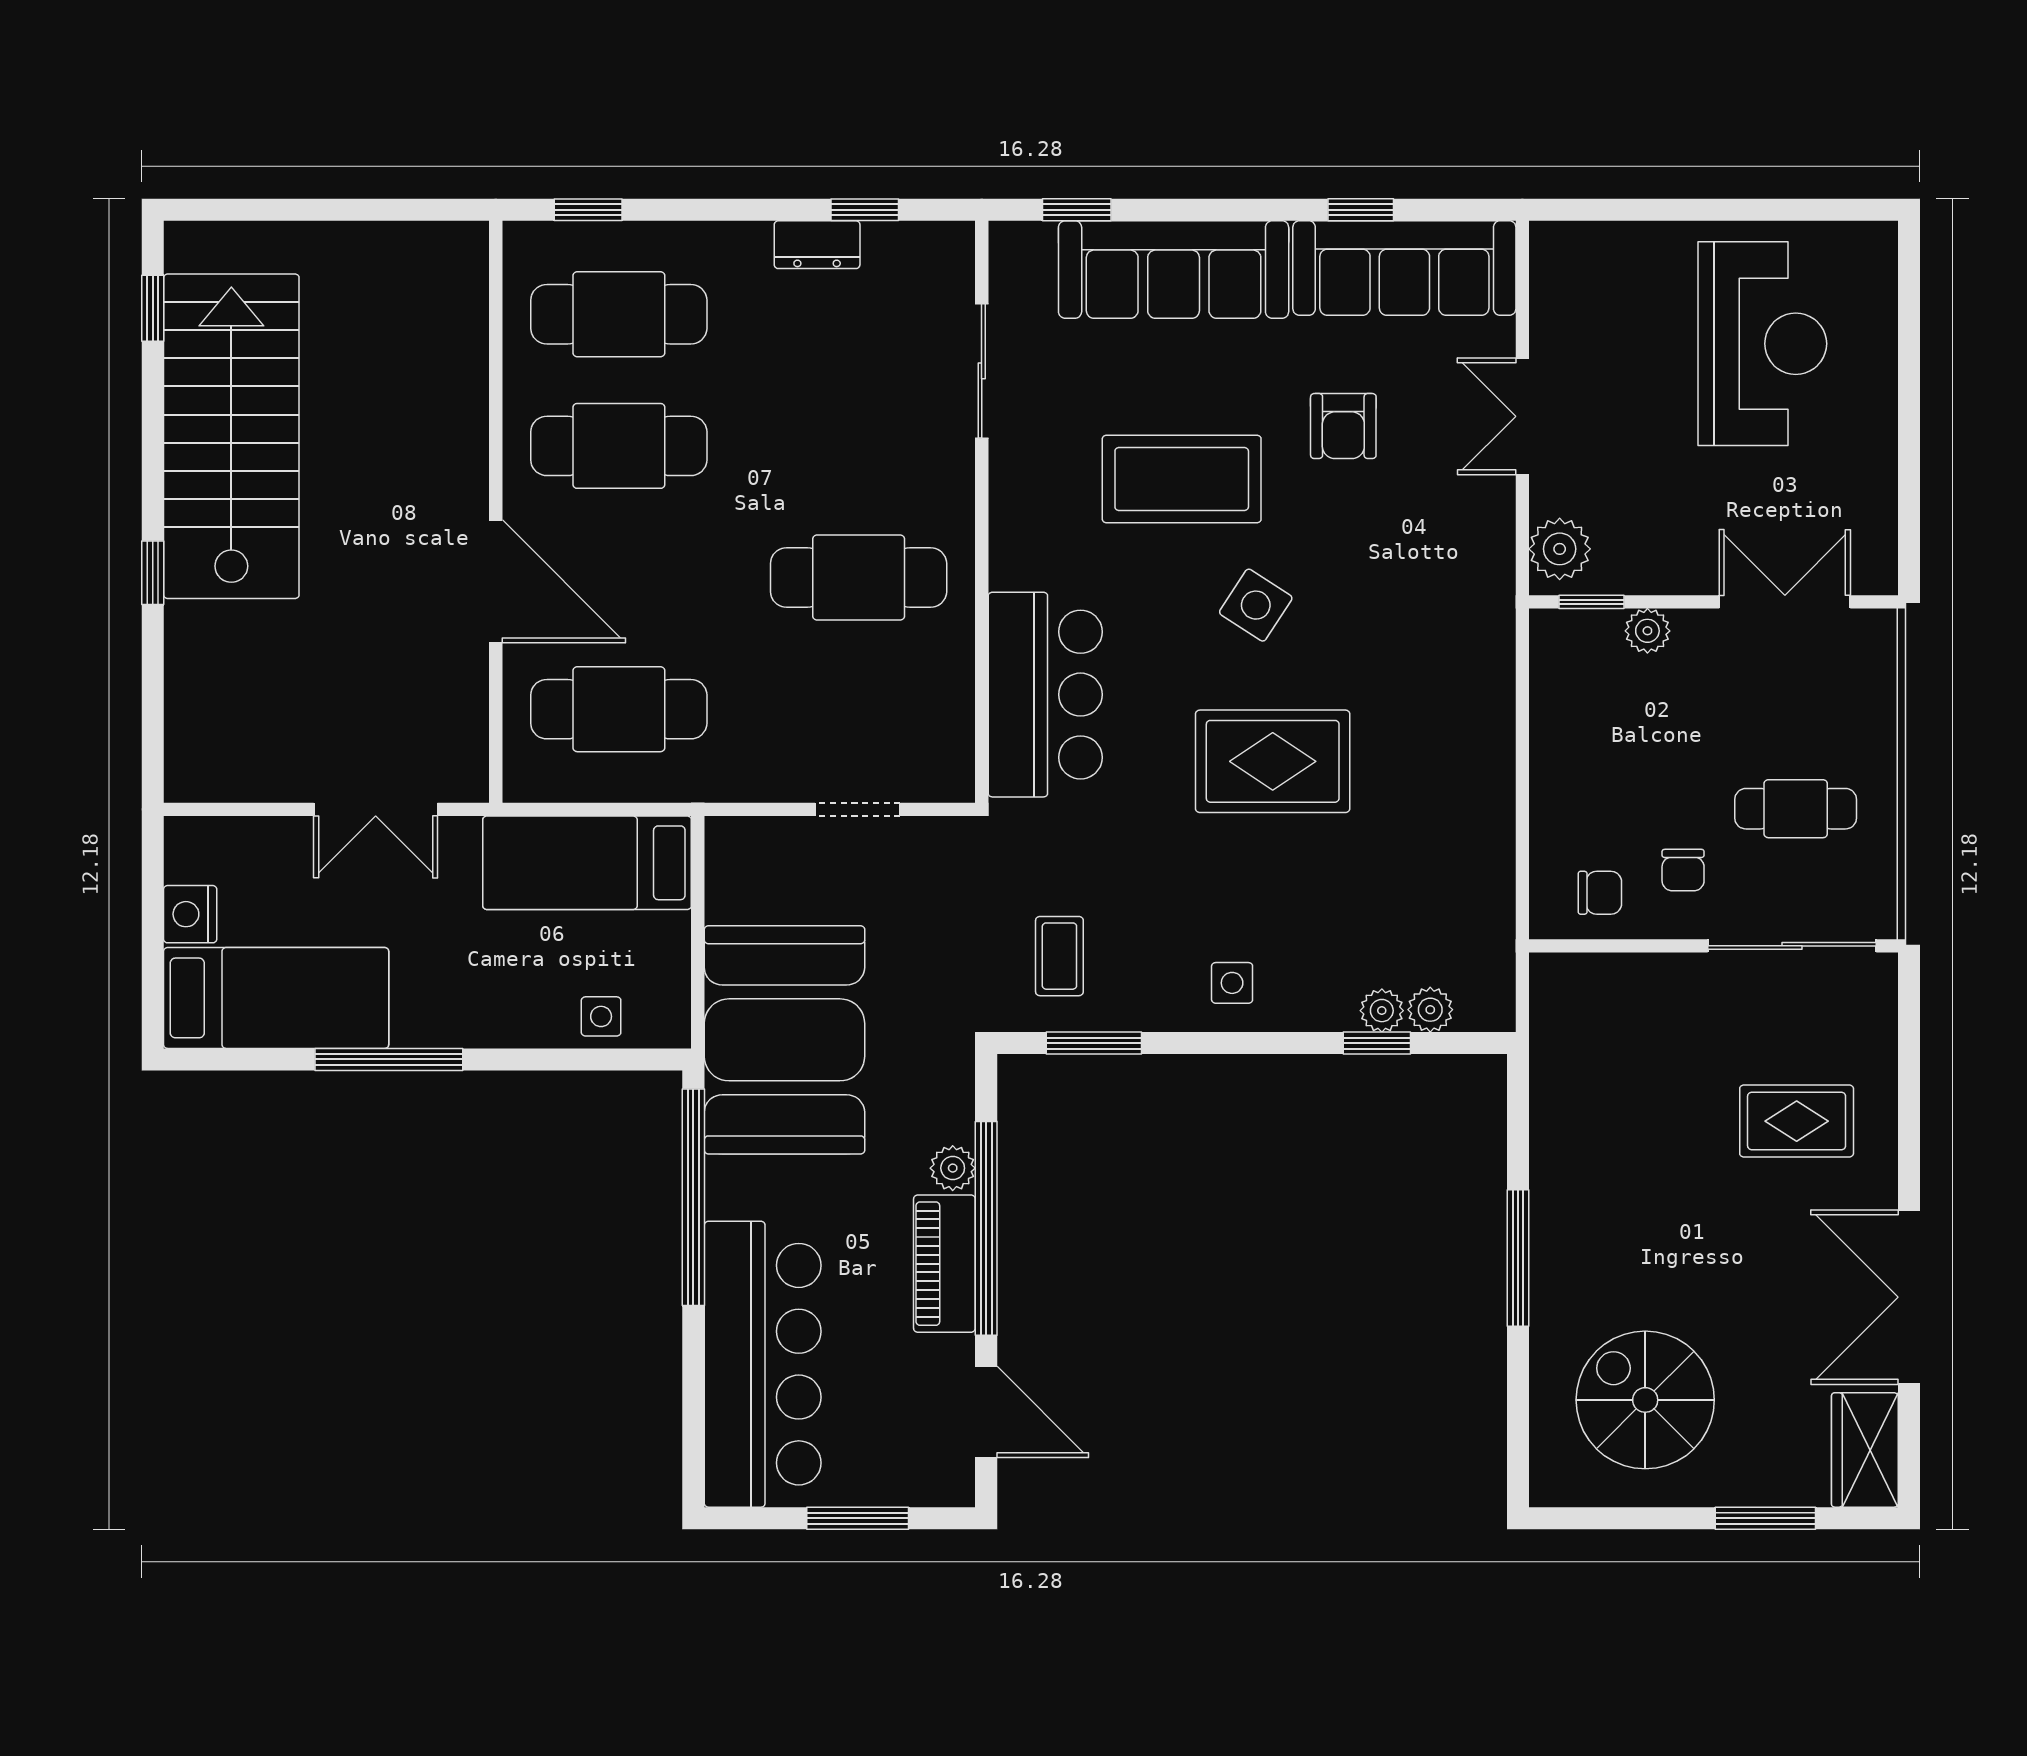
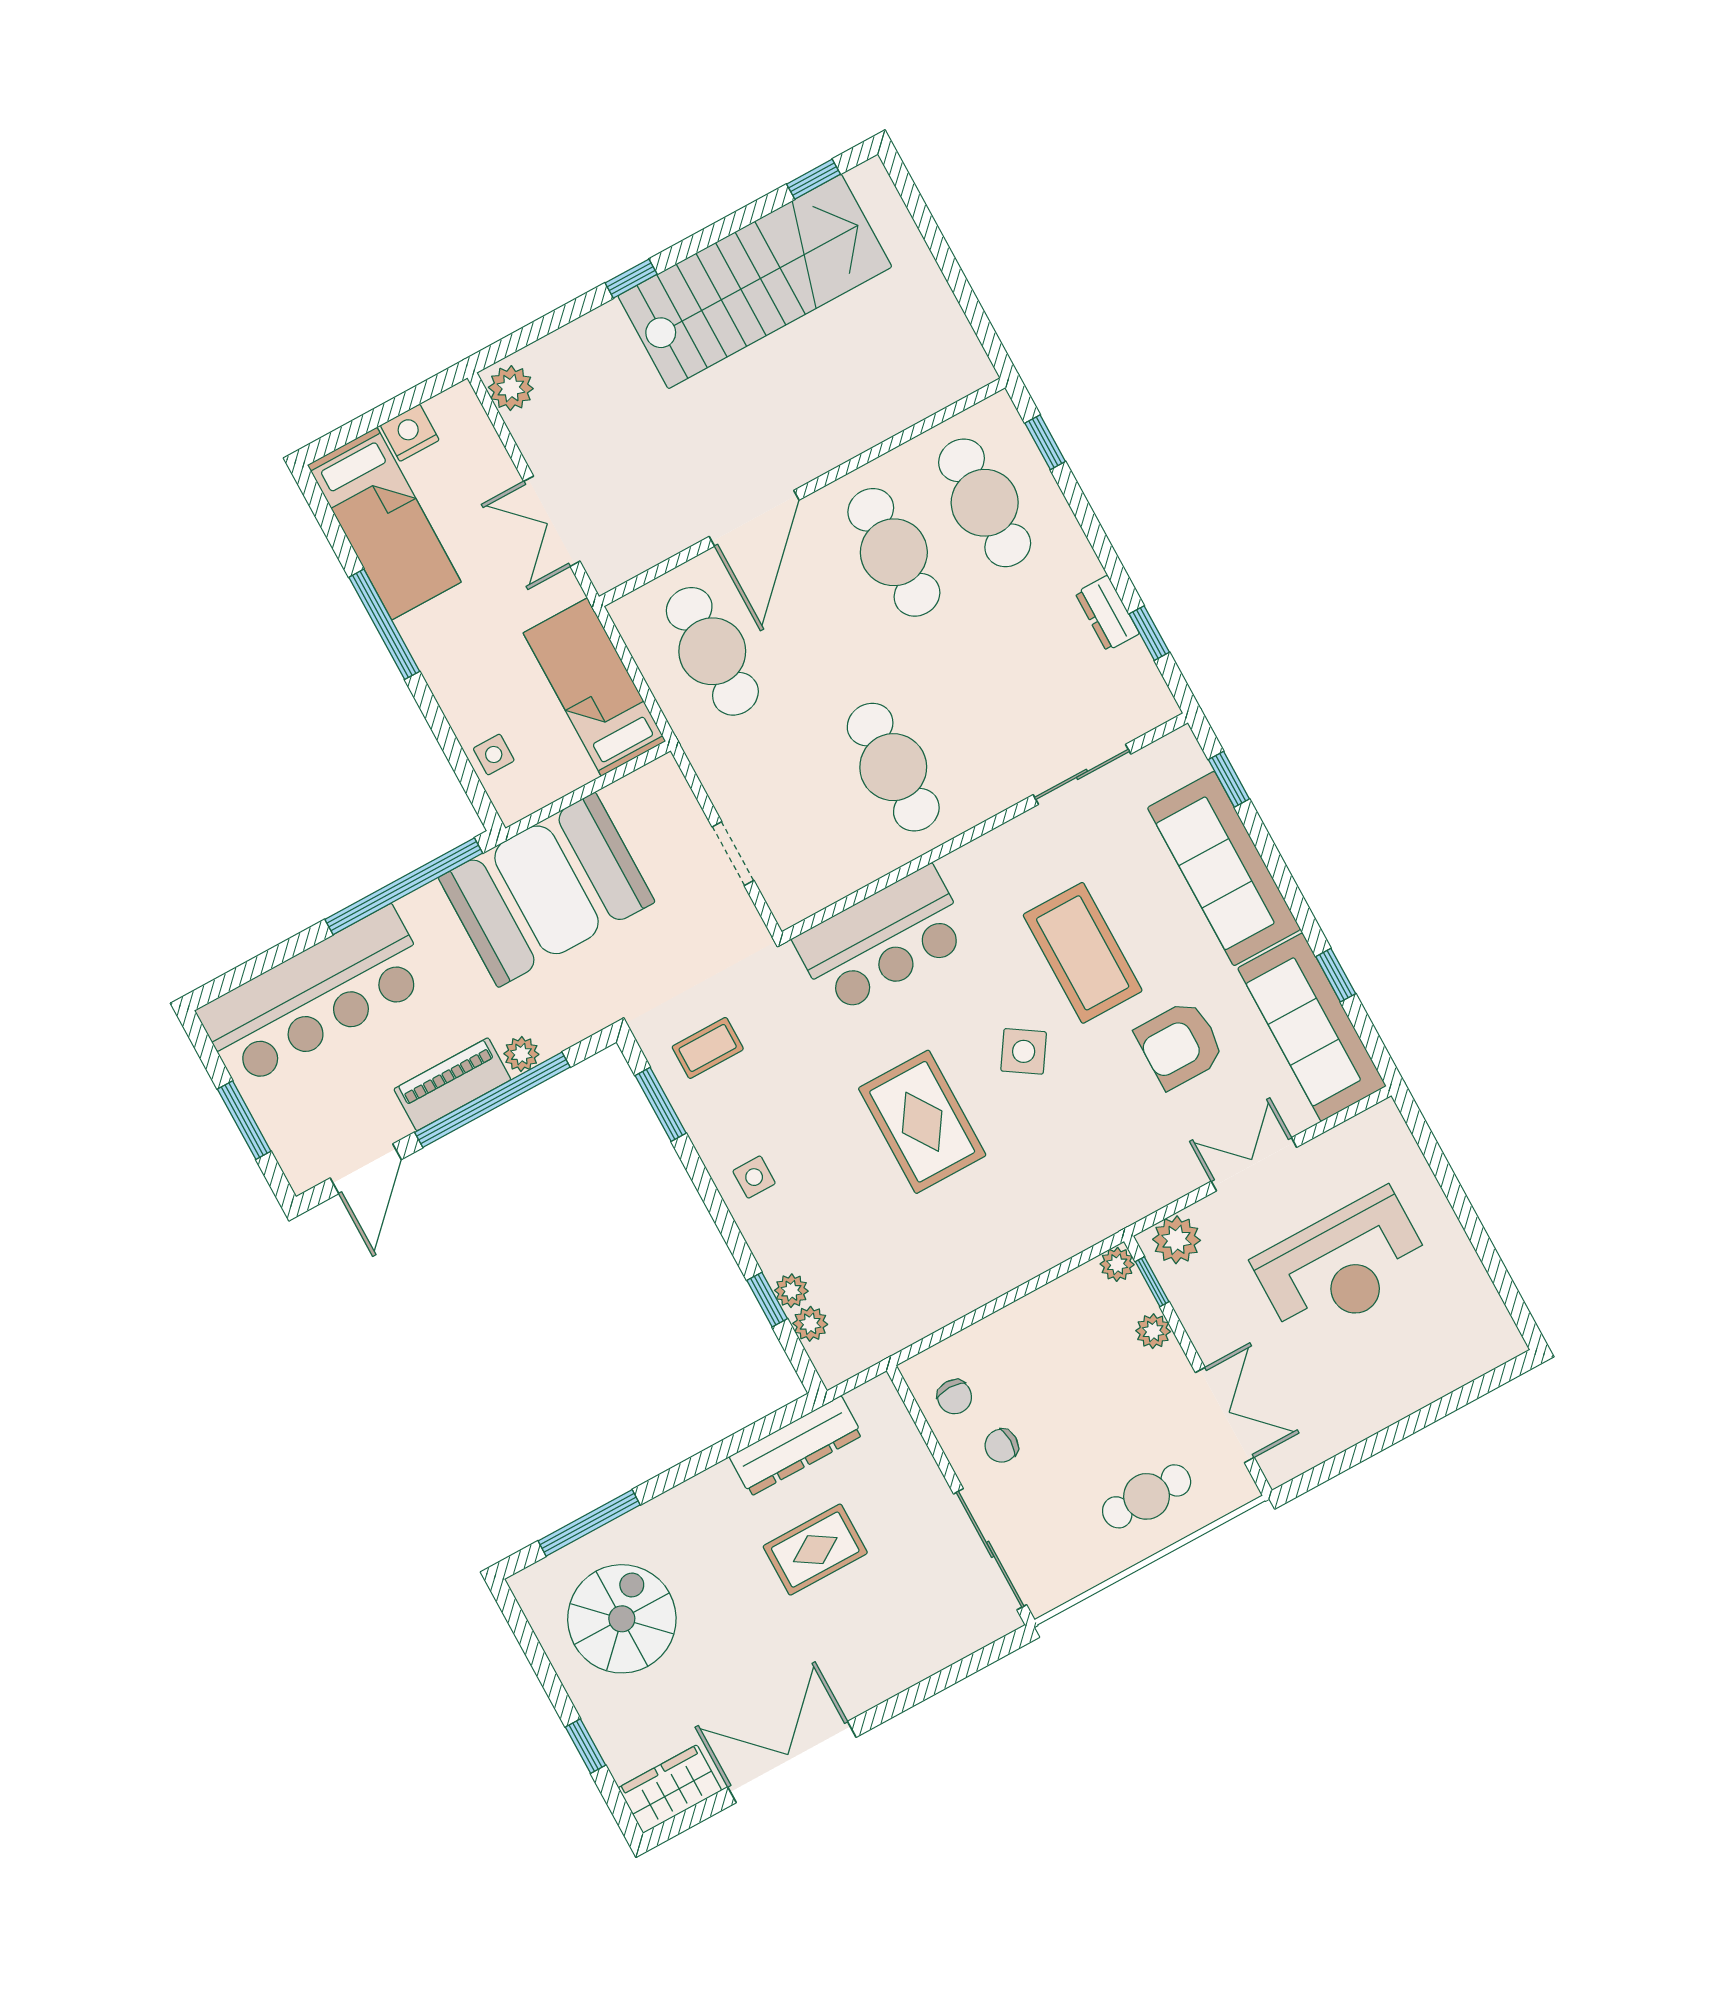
reception desk: (1762, 344) -> (1343, 1266), moved
armchair: (1343, 426) -> (1180, 1044), width x1.38, depth x1.38
plant: (1551, 630) -> (1117, 1264), added
plant: (202, 774) -> (511, 388), added
cafe table: (1796, 809) -> (1147, 1496), moved, turned 90
dresser: (1558, 1100) -> (796, 1446), added
rug: (1797, 1121) -> (815, 1550), moved, turned 90
window: (1518, 1258) -> (589, 1523), moved
window: (1765, 1518) -> (585, 1746), width x0.67

